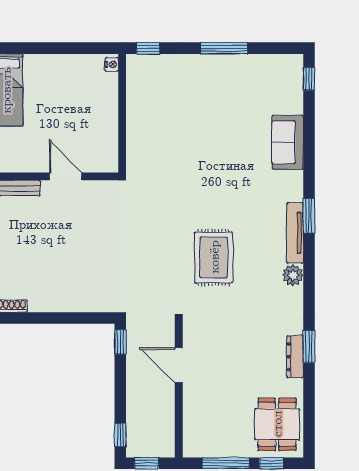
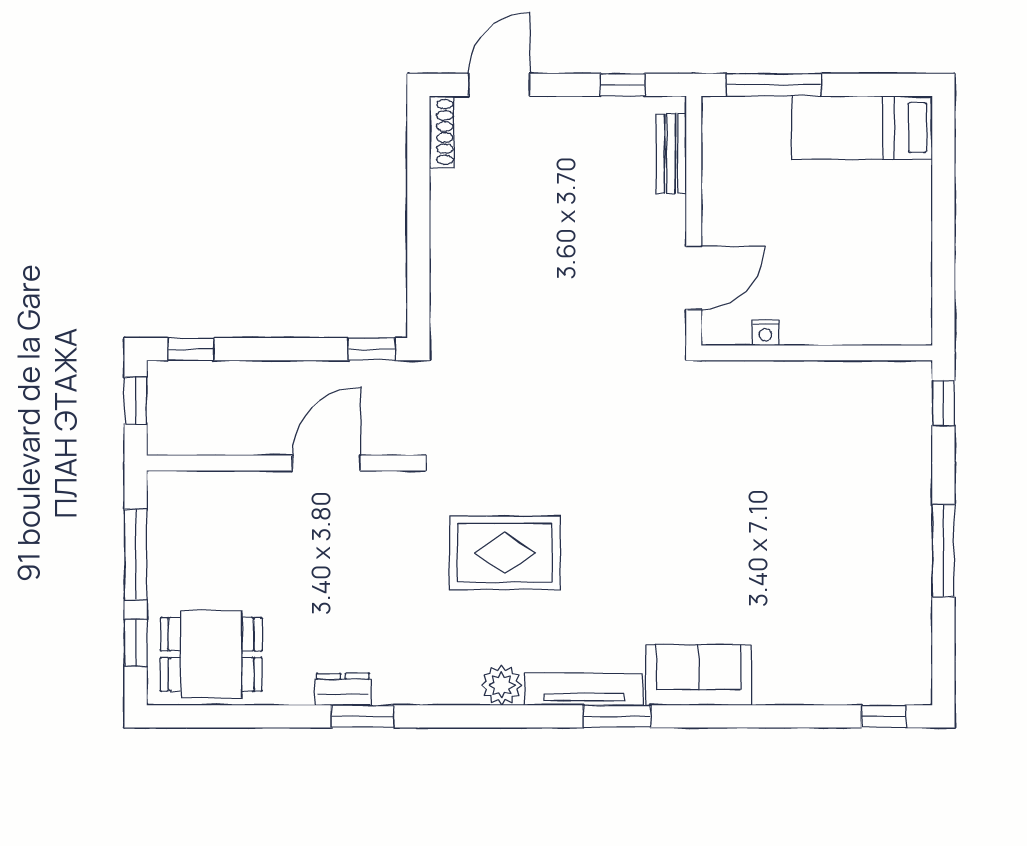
nightstand: (112, 64) -> (765, 333), moved
sofa: (288, 142) -> (699, 675), moved
door: (66, 176) -> (694, 278), moved
rug: (214, 257) -> (505, 553), moved
dresser: (295, 357) -> (343, 689), width x0.70

